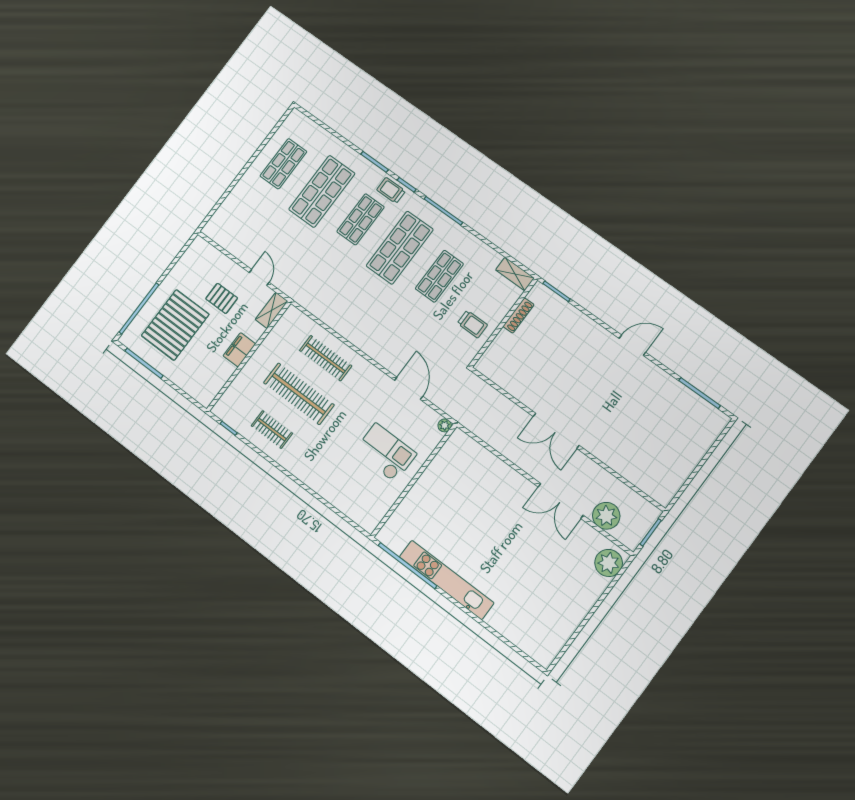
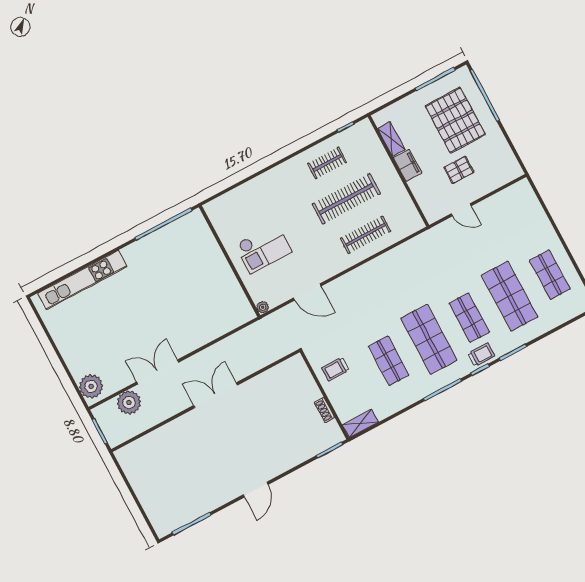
shelving: (272, 310) -> (391, 139), moved
shoe rack: (518, 315) -> (324, 410), width x0.70
kitchen unit: (447, 580) -> (83, 280), moved

